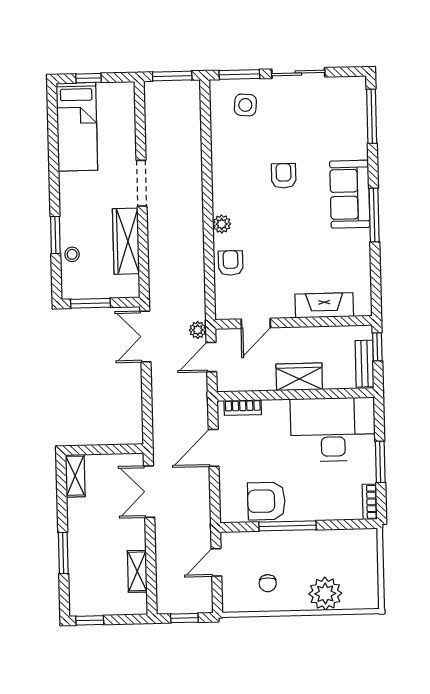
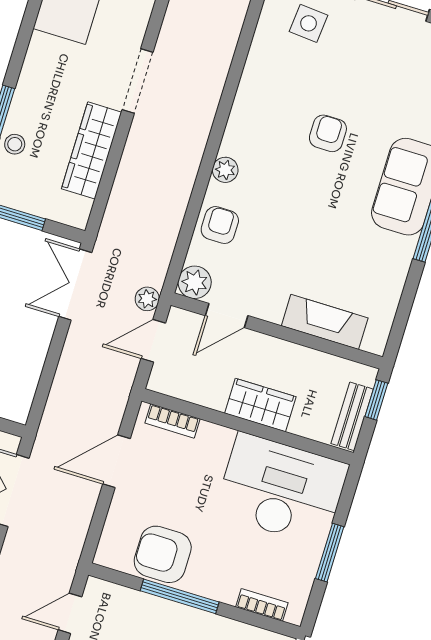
plant: (226, 308) -> (195, 282), added
bookcase: (370, 502) -> (262, 605), moved, turned 90

